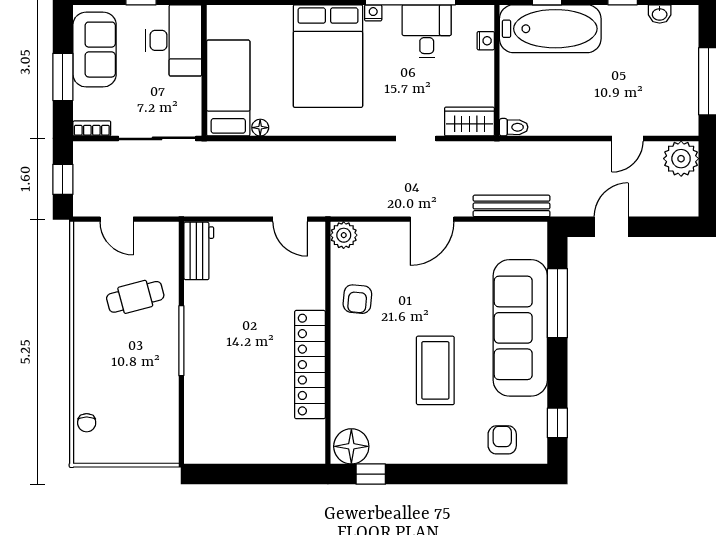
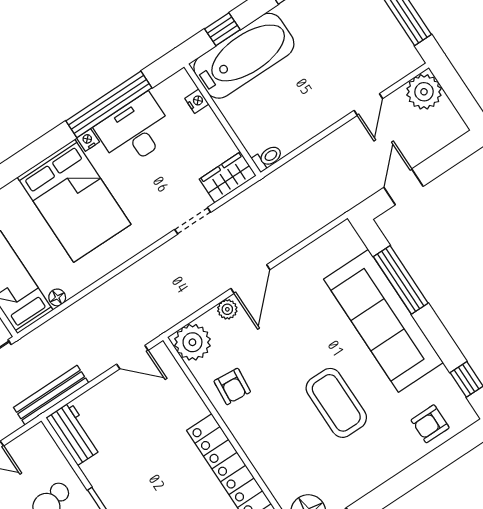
desk: (427, 31) -> (135, 131), width x1.37
bench: (512, 206) -> (51, 395), moved
plant: (396, 232) -> (227, 309), added
plant: (344, 235) -> (192, 342), width x1.36, depth x1.36
armchair: (502, 440) -> (430, 424), turned -90

